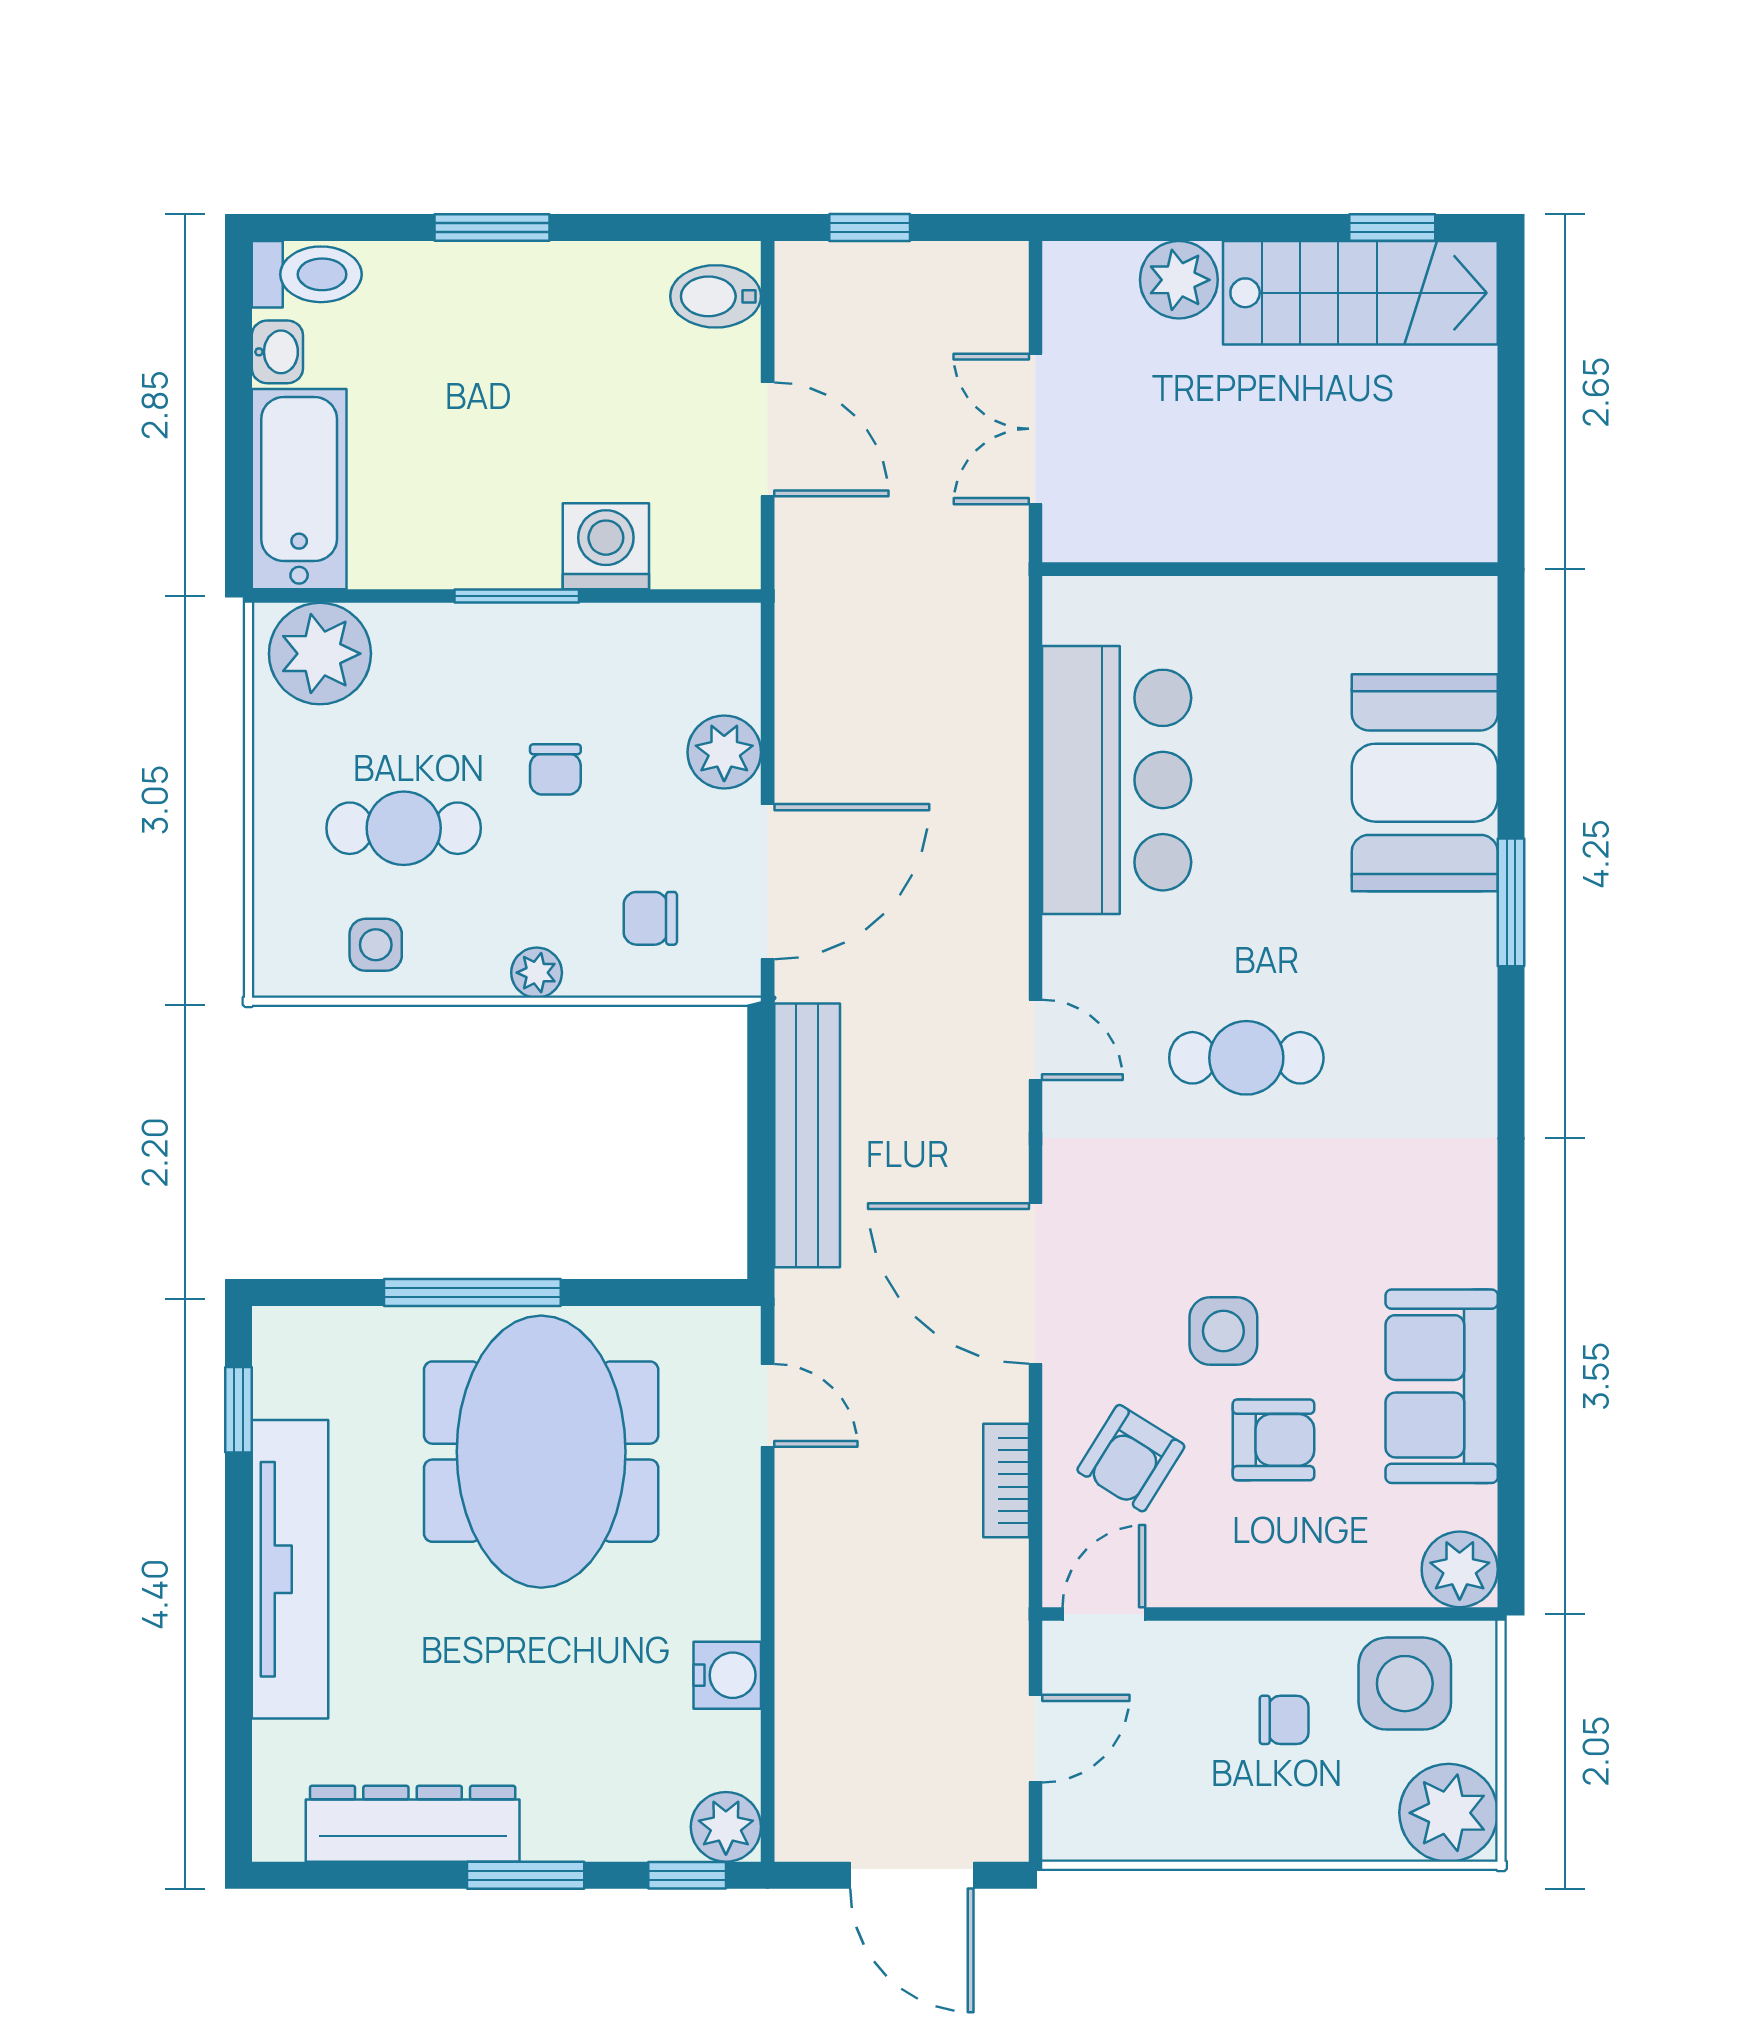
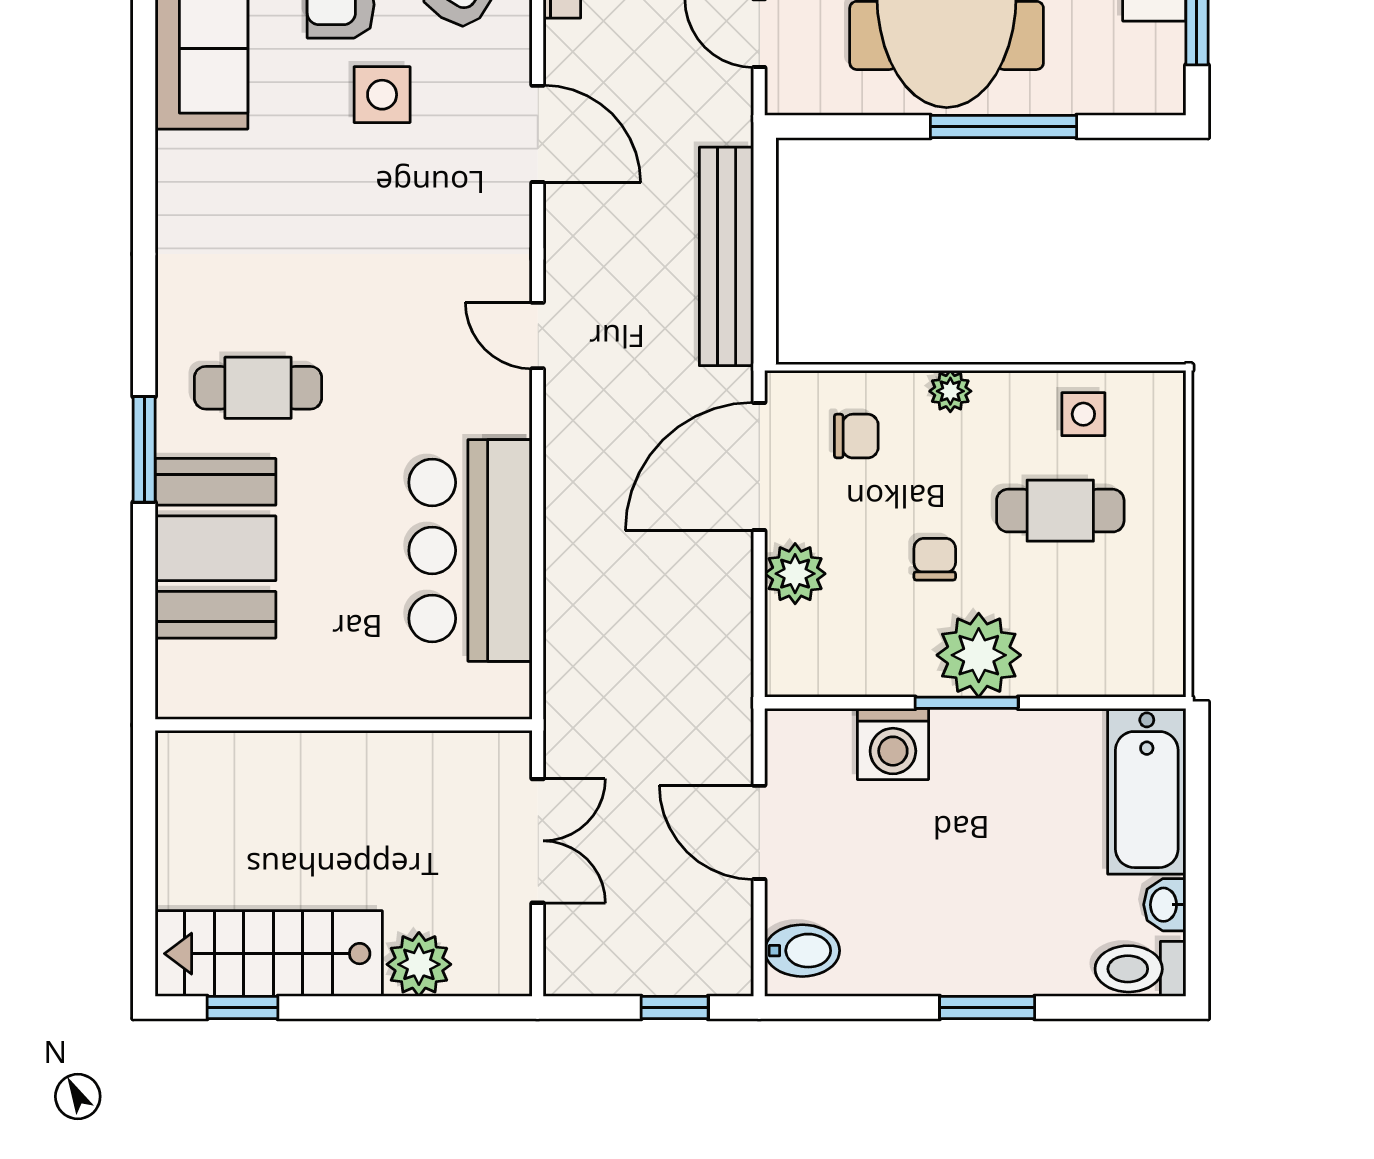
plant: (320, 654) -> (979, 655), moved
cafe table: (1246, 1058) -> (258, 388), moved
door: (1035, 1284) -> (538, 134), width x0.73

